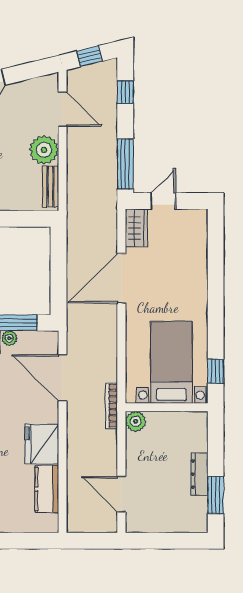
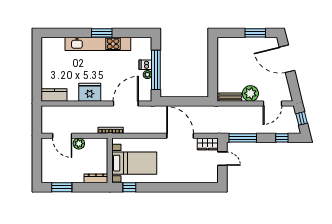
plant: (136, 421) -> (79, 144), moved
dresser: (199, 474) -> (96, 178), moved
kitchen counter: (47, 489) -> (54, 95), moved
door: (121, 494) -> (62, 136), swing flipped

